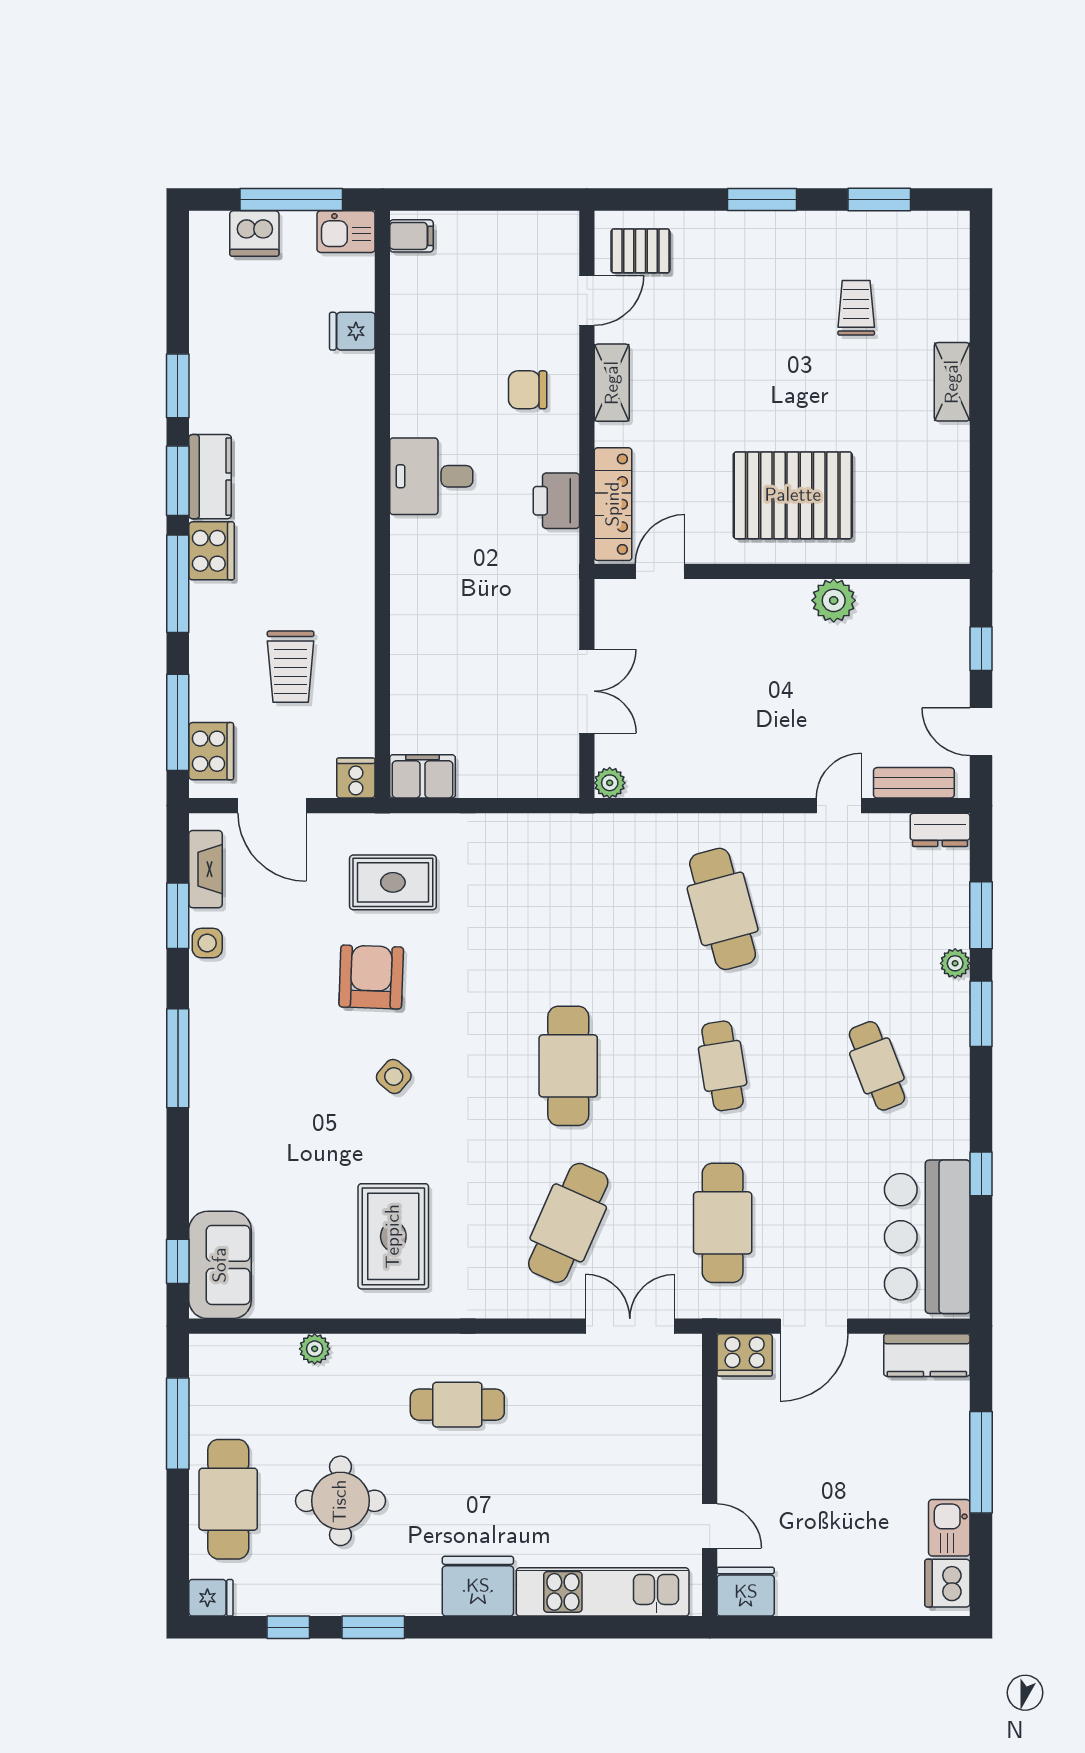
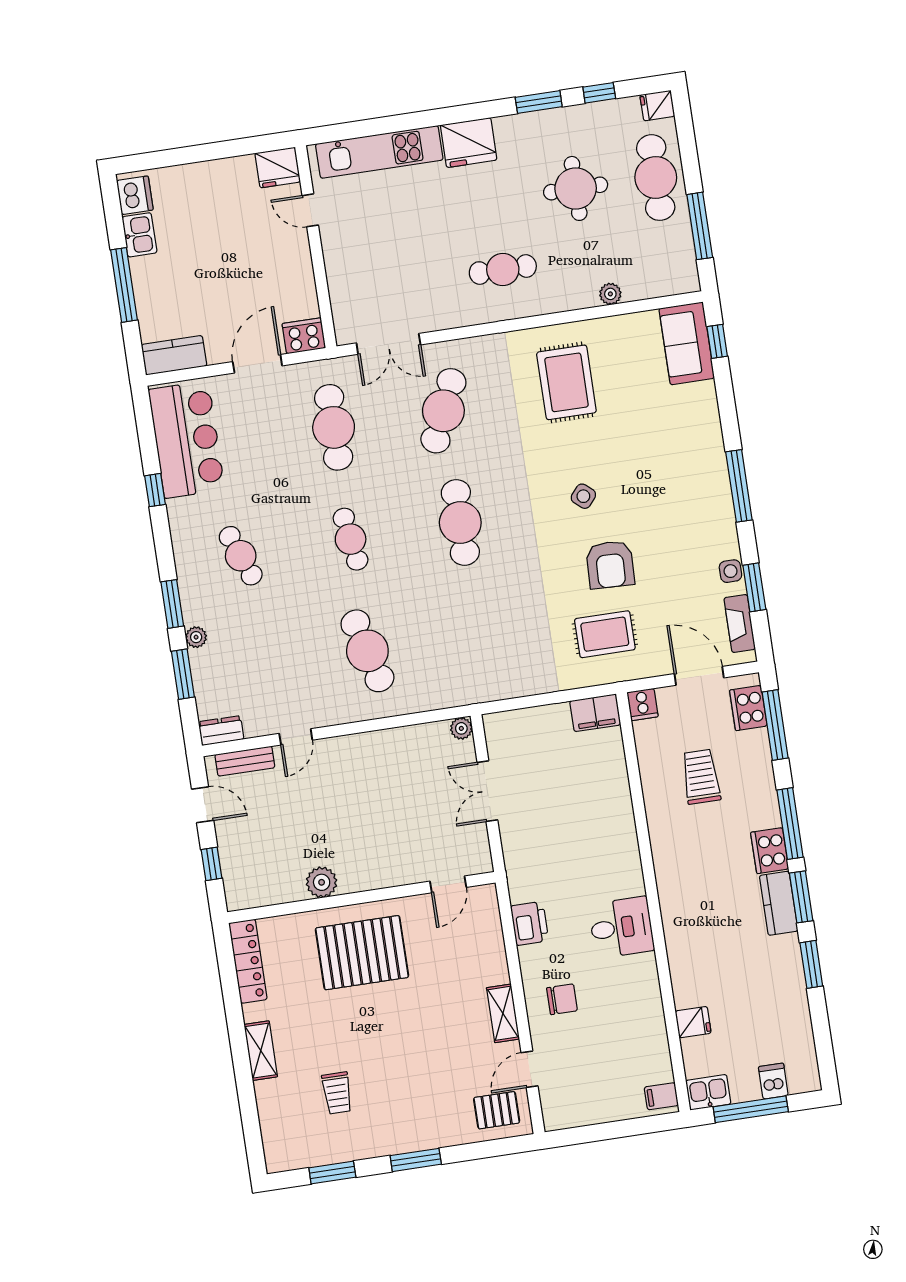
dishwasher: (254, 234) -> (773, 1081), width x0.73
locker: (613, 504) -> (248, 961), moved, turned 180

